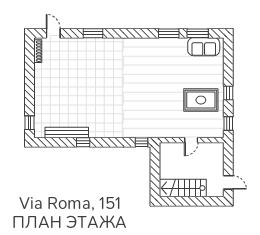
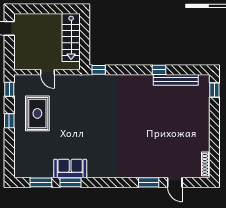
door: (53, 33) -> (175, 182), moved
sofa: (204, 47) -> (70, 169), moved
rug: (201, 100) -> (37, 113), turned 90
door: (191, 140) -> (47, 72), swing flipped
stairs: (183, 188) -> (71, 38), moved, turned 90

